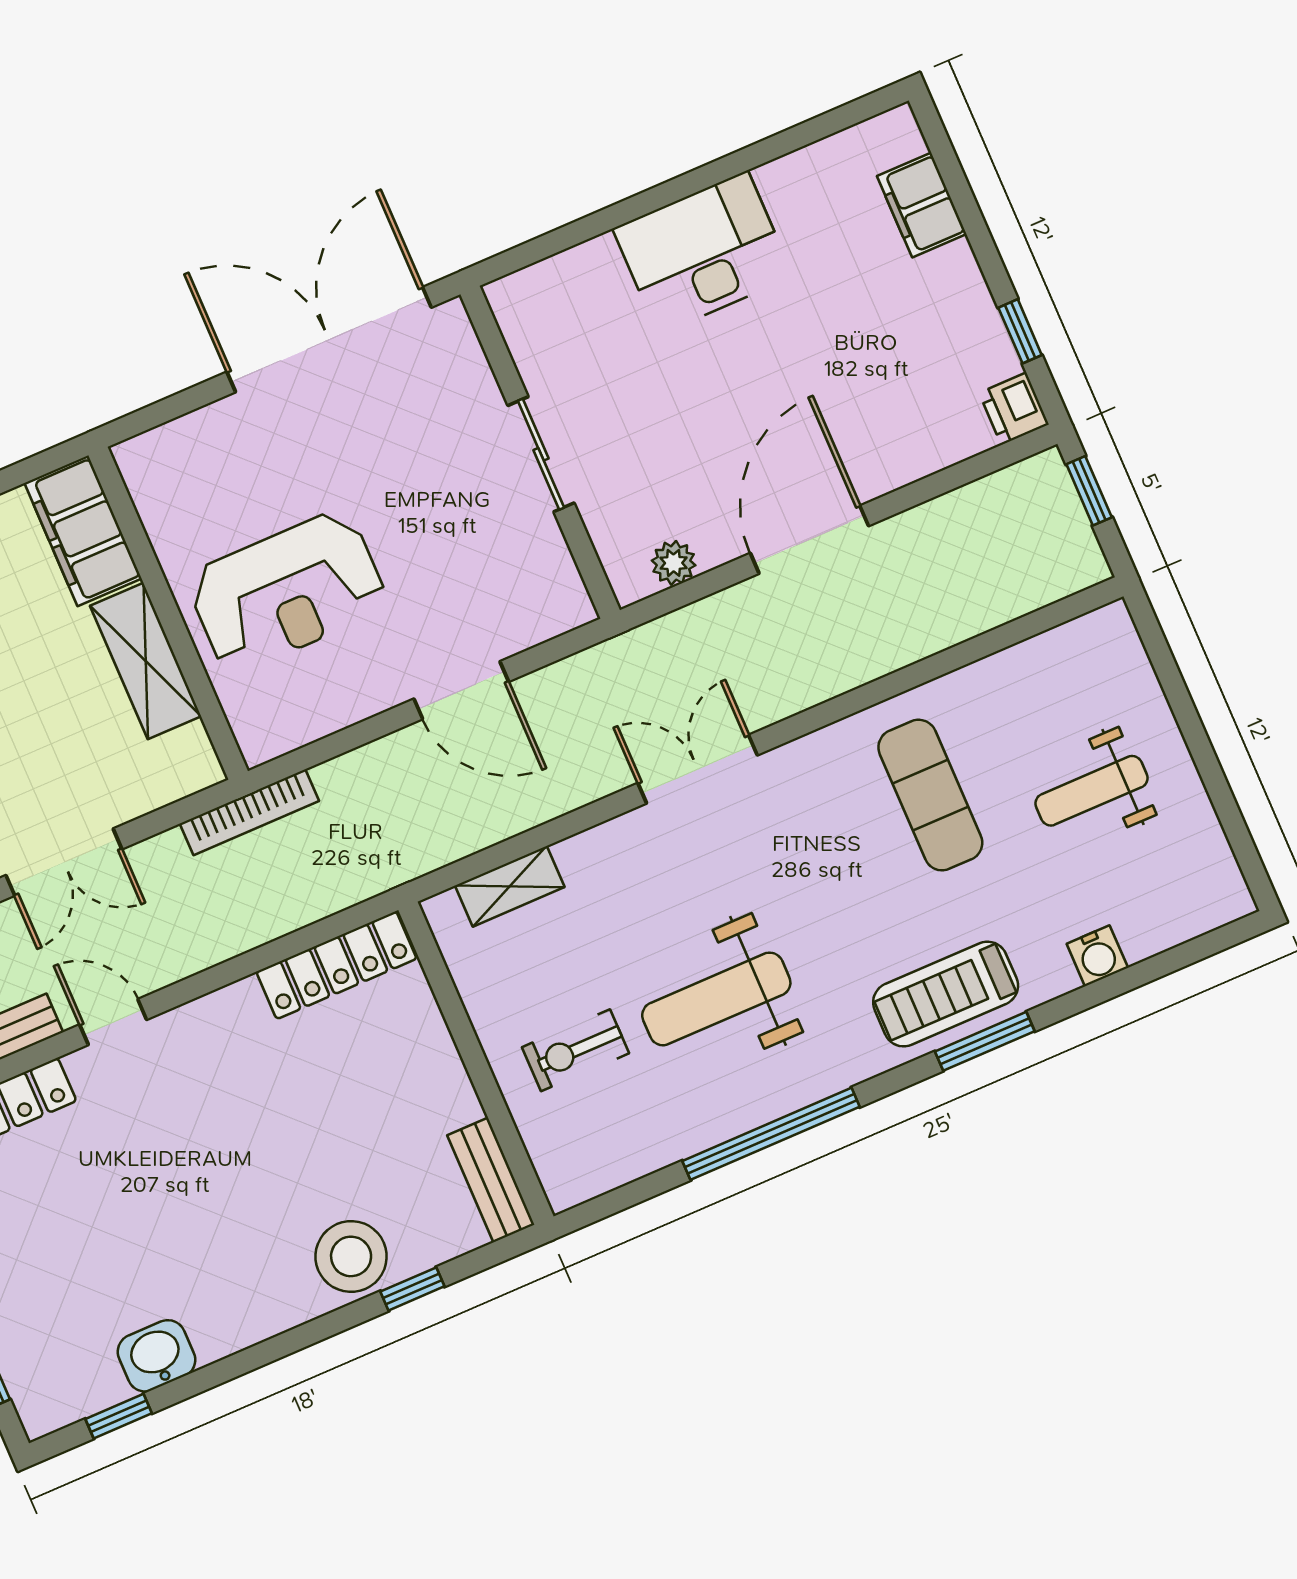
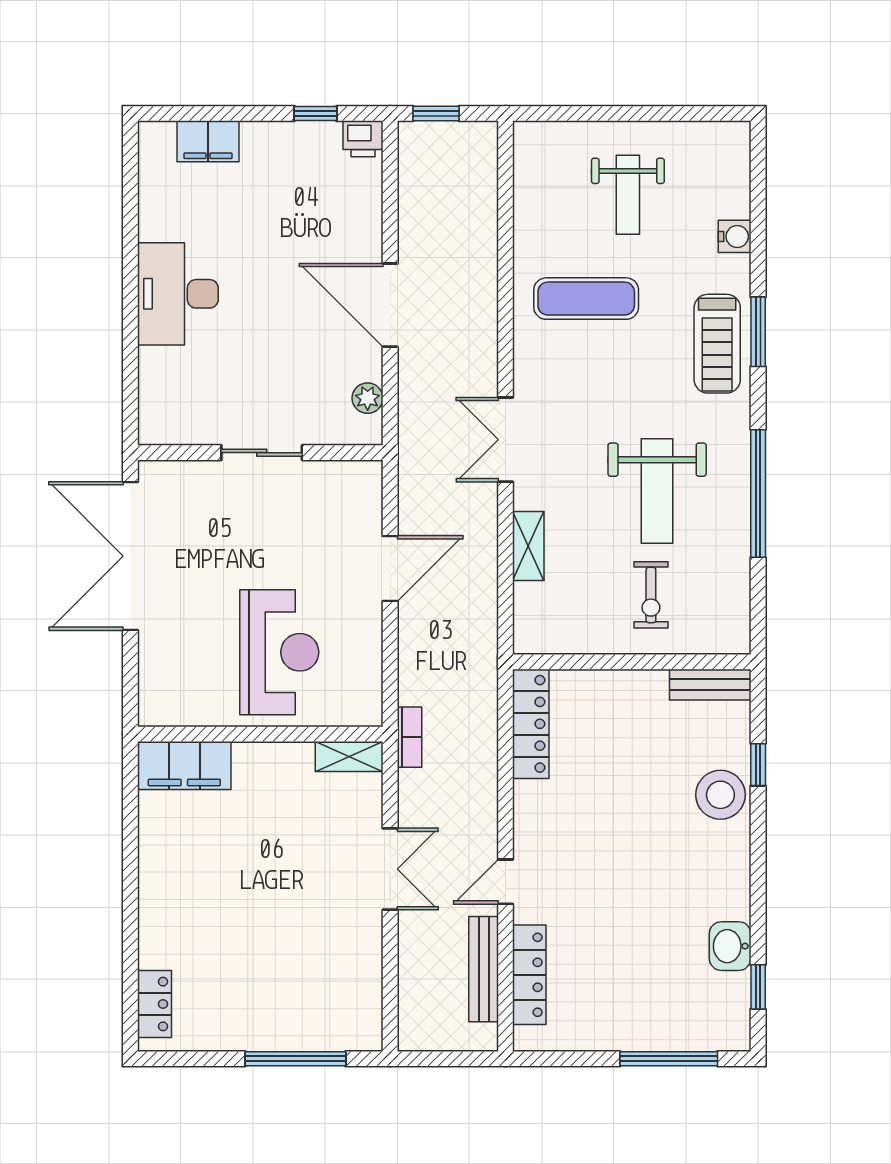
shelving: (146, 661) -> (349, 756), moved, width x0.67, depth x0.75
bookcase: (249, 812) -> (409, 737), width x0.64
shelving: (510, 886) -> (528, 546), moved

